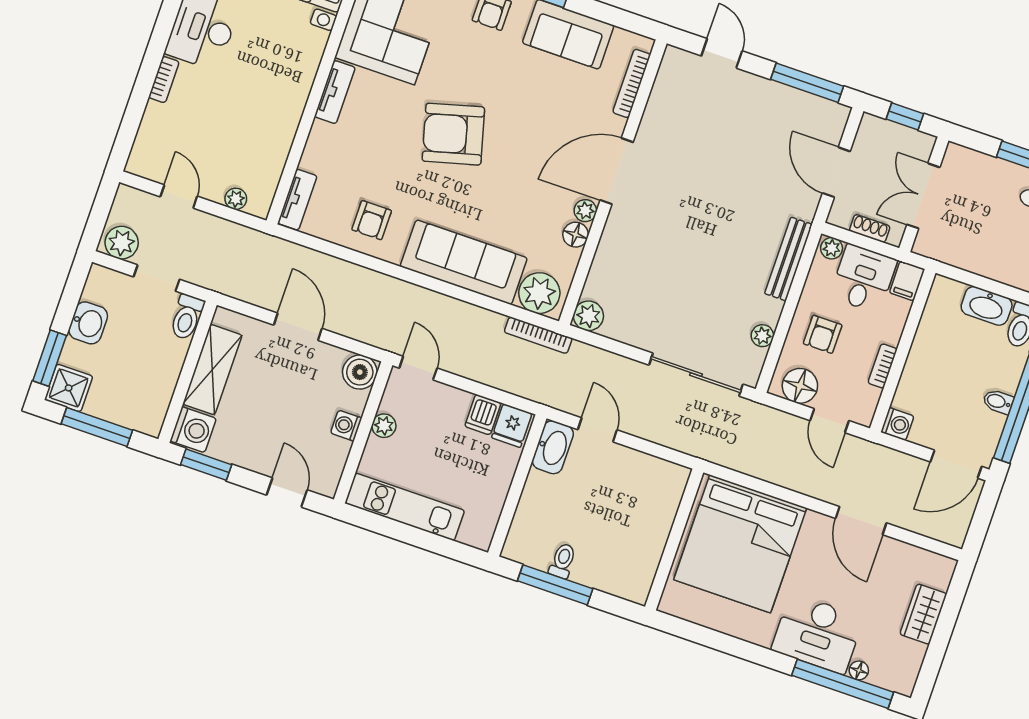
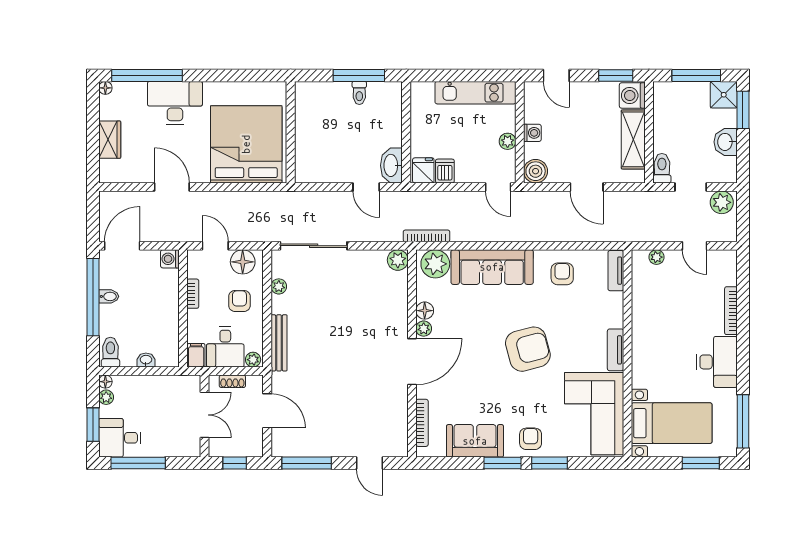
bookcase: (164, 80) -> (731, 311), width x1.56
washbasin: (987, 306) -> (146, 360), width x0.52, depth x0.69
floor lamp: (859, 670) -> (105, 88), moved

